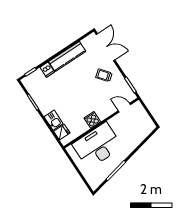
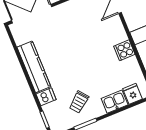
trolley: (104, 75) -> (79, 102), moved

